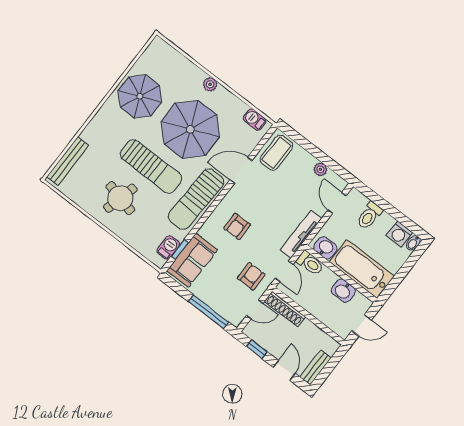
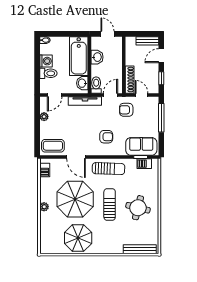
sun lounger: (151, 166) -> (110, 204), width x0.73, depth x0.75
sun lounger: (196, 199) -> (108, 169), width x0.73, depth x0.75
washing machine: (399, 234) -> (46, 61), moved

